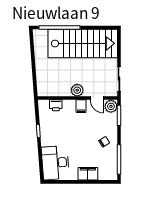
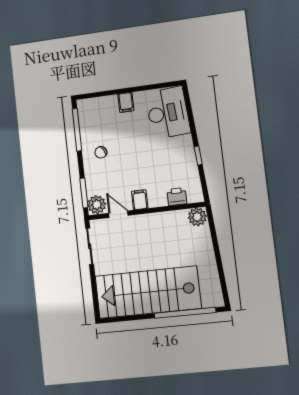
plant: (77, 90) -> (197, 217), moved
filing cabinet: (88, 174) -> (126, 102), width x0.50

